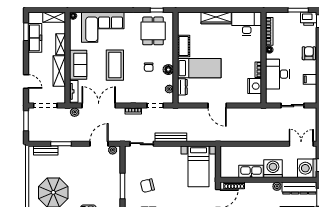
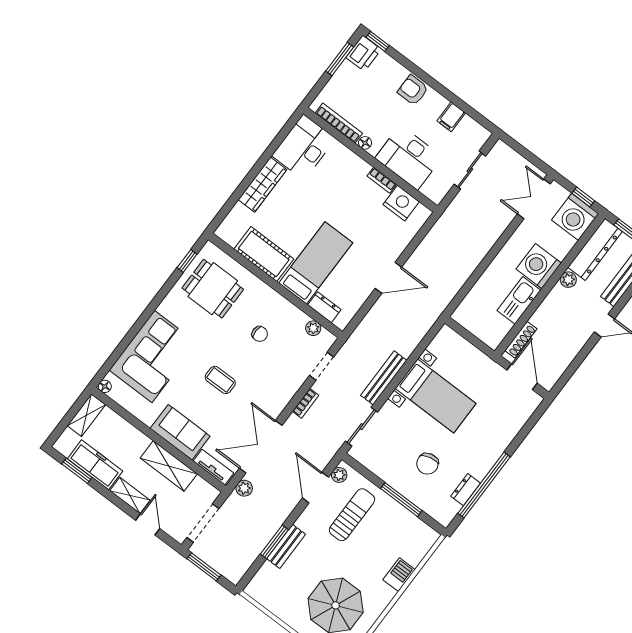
shelving: (61, 44) -> (130, 495), moved
cot: (184, 46) -> (264, 254), width x1.37, depth x1.34
coffee table: (115, 65) -> (220, 380), width x0.54, depth x0.58
floor lamp: (168, 70) -> (284, 308), removed
door: (26, 81) -> (148, 524), hinge flipped
bench: (46, 150) -> (286, 546), moved
bed with nightstands: (199, 166) -> (436, 396), moved
sun lounger: (99, 169) -> (352, 515), added

